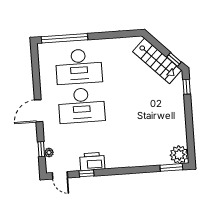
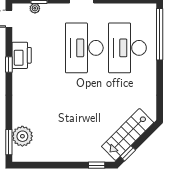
plant: (179, 155) -> (22, 136), moved
window: (86, 173) -> (9, 65), moved

